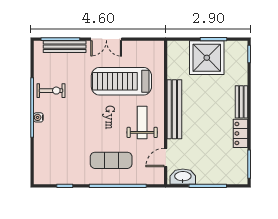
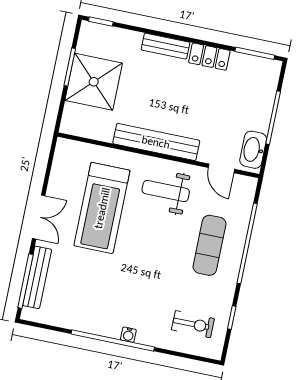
exercise bike: (51, 91) -> (193, 324), moved, turned 90

